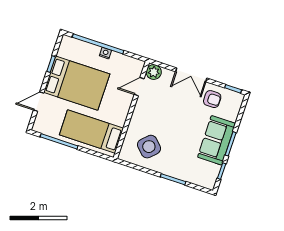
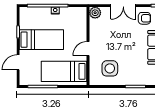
bed: (77, 83) -> (41, 40), width x0.67
door: (139, 87) -> (88, 49), moved
side table: (149, 147) -> (110, 68), turned 45

